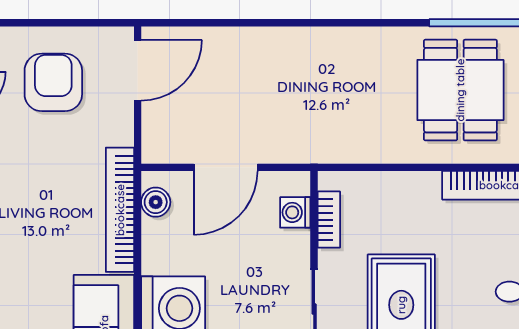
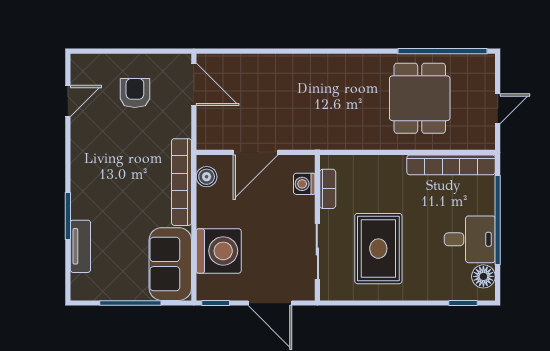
door: (138, 70) -> (194, 84), hinge flipped
armchair: (53, 82) -> (135, 93), width x0.72, depth x0.72

